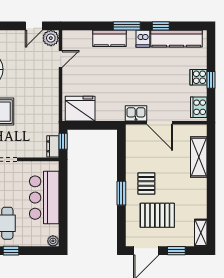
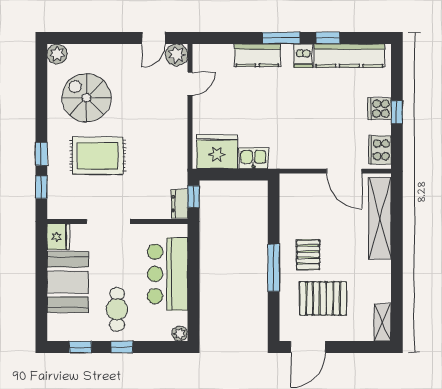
kitchen sink: (136, 113) -> (253, 158), moved
door: (160, 123) -> (344, 171), moved
shelving: (199, 157) -> (380, 218), width x1.47
window: (121, 193) -> (274, 268), width x1.44
window: (176, 251) -> (349, 347), removed

